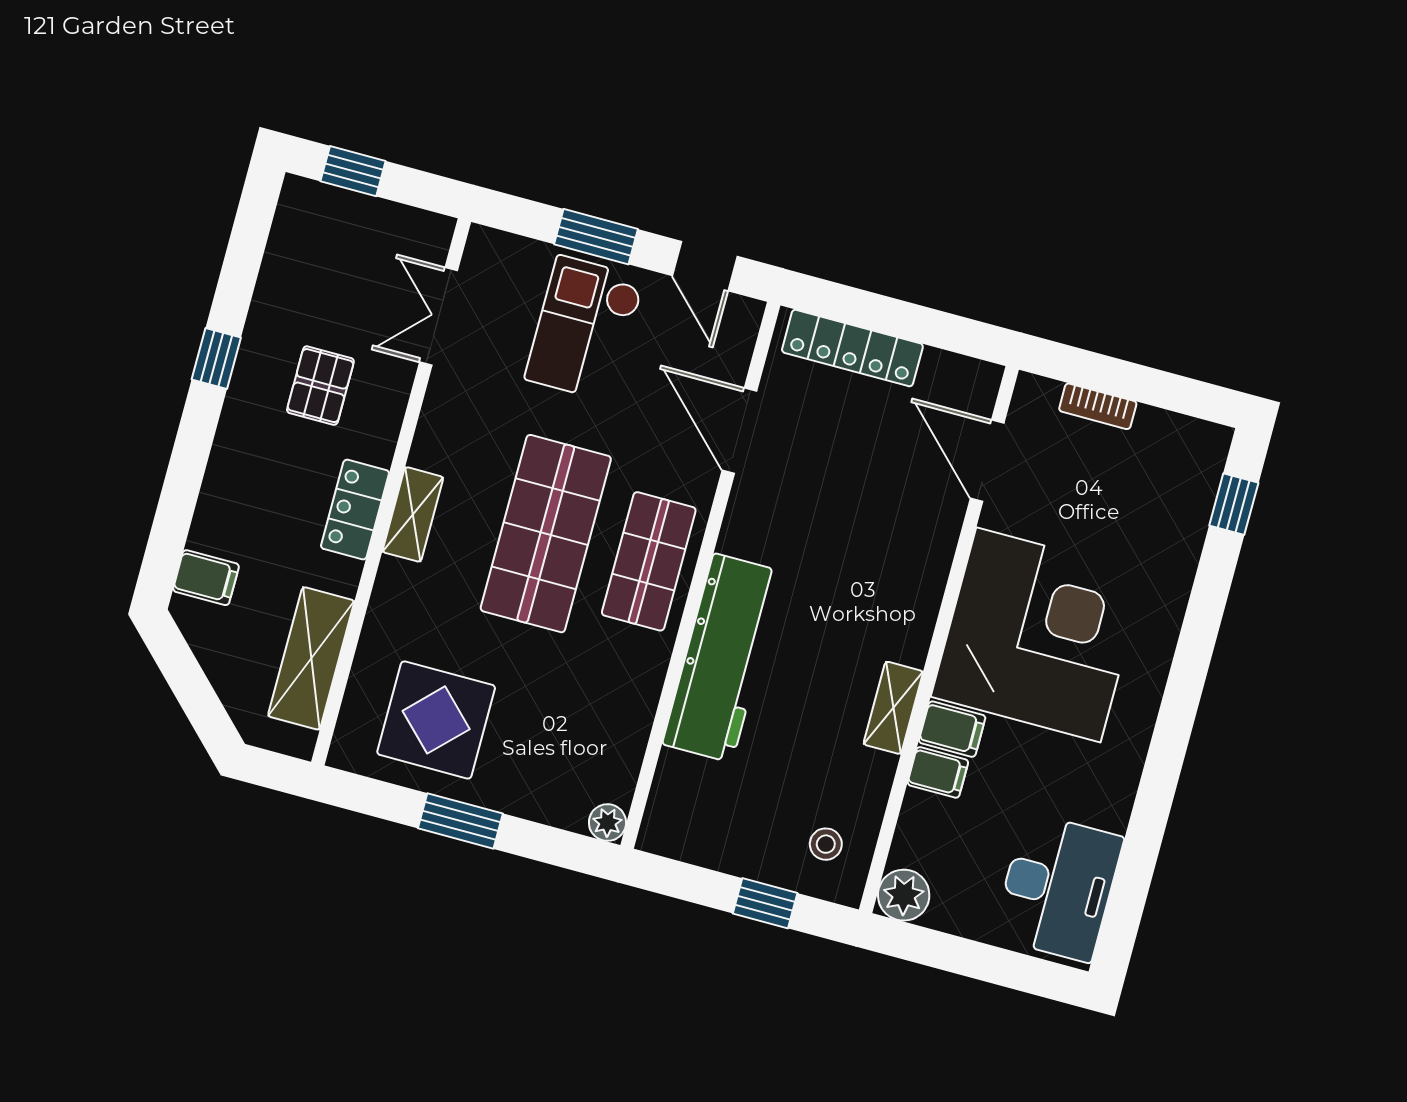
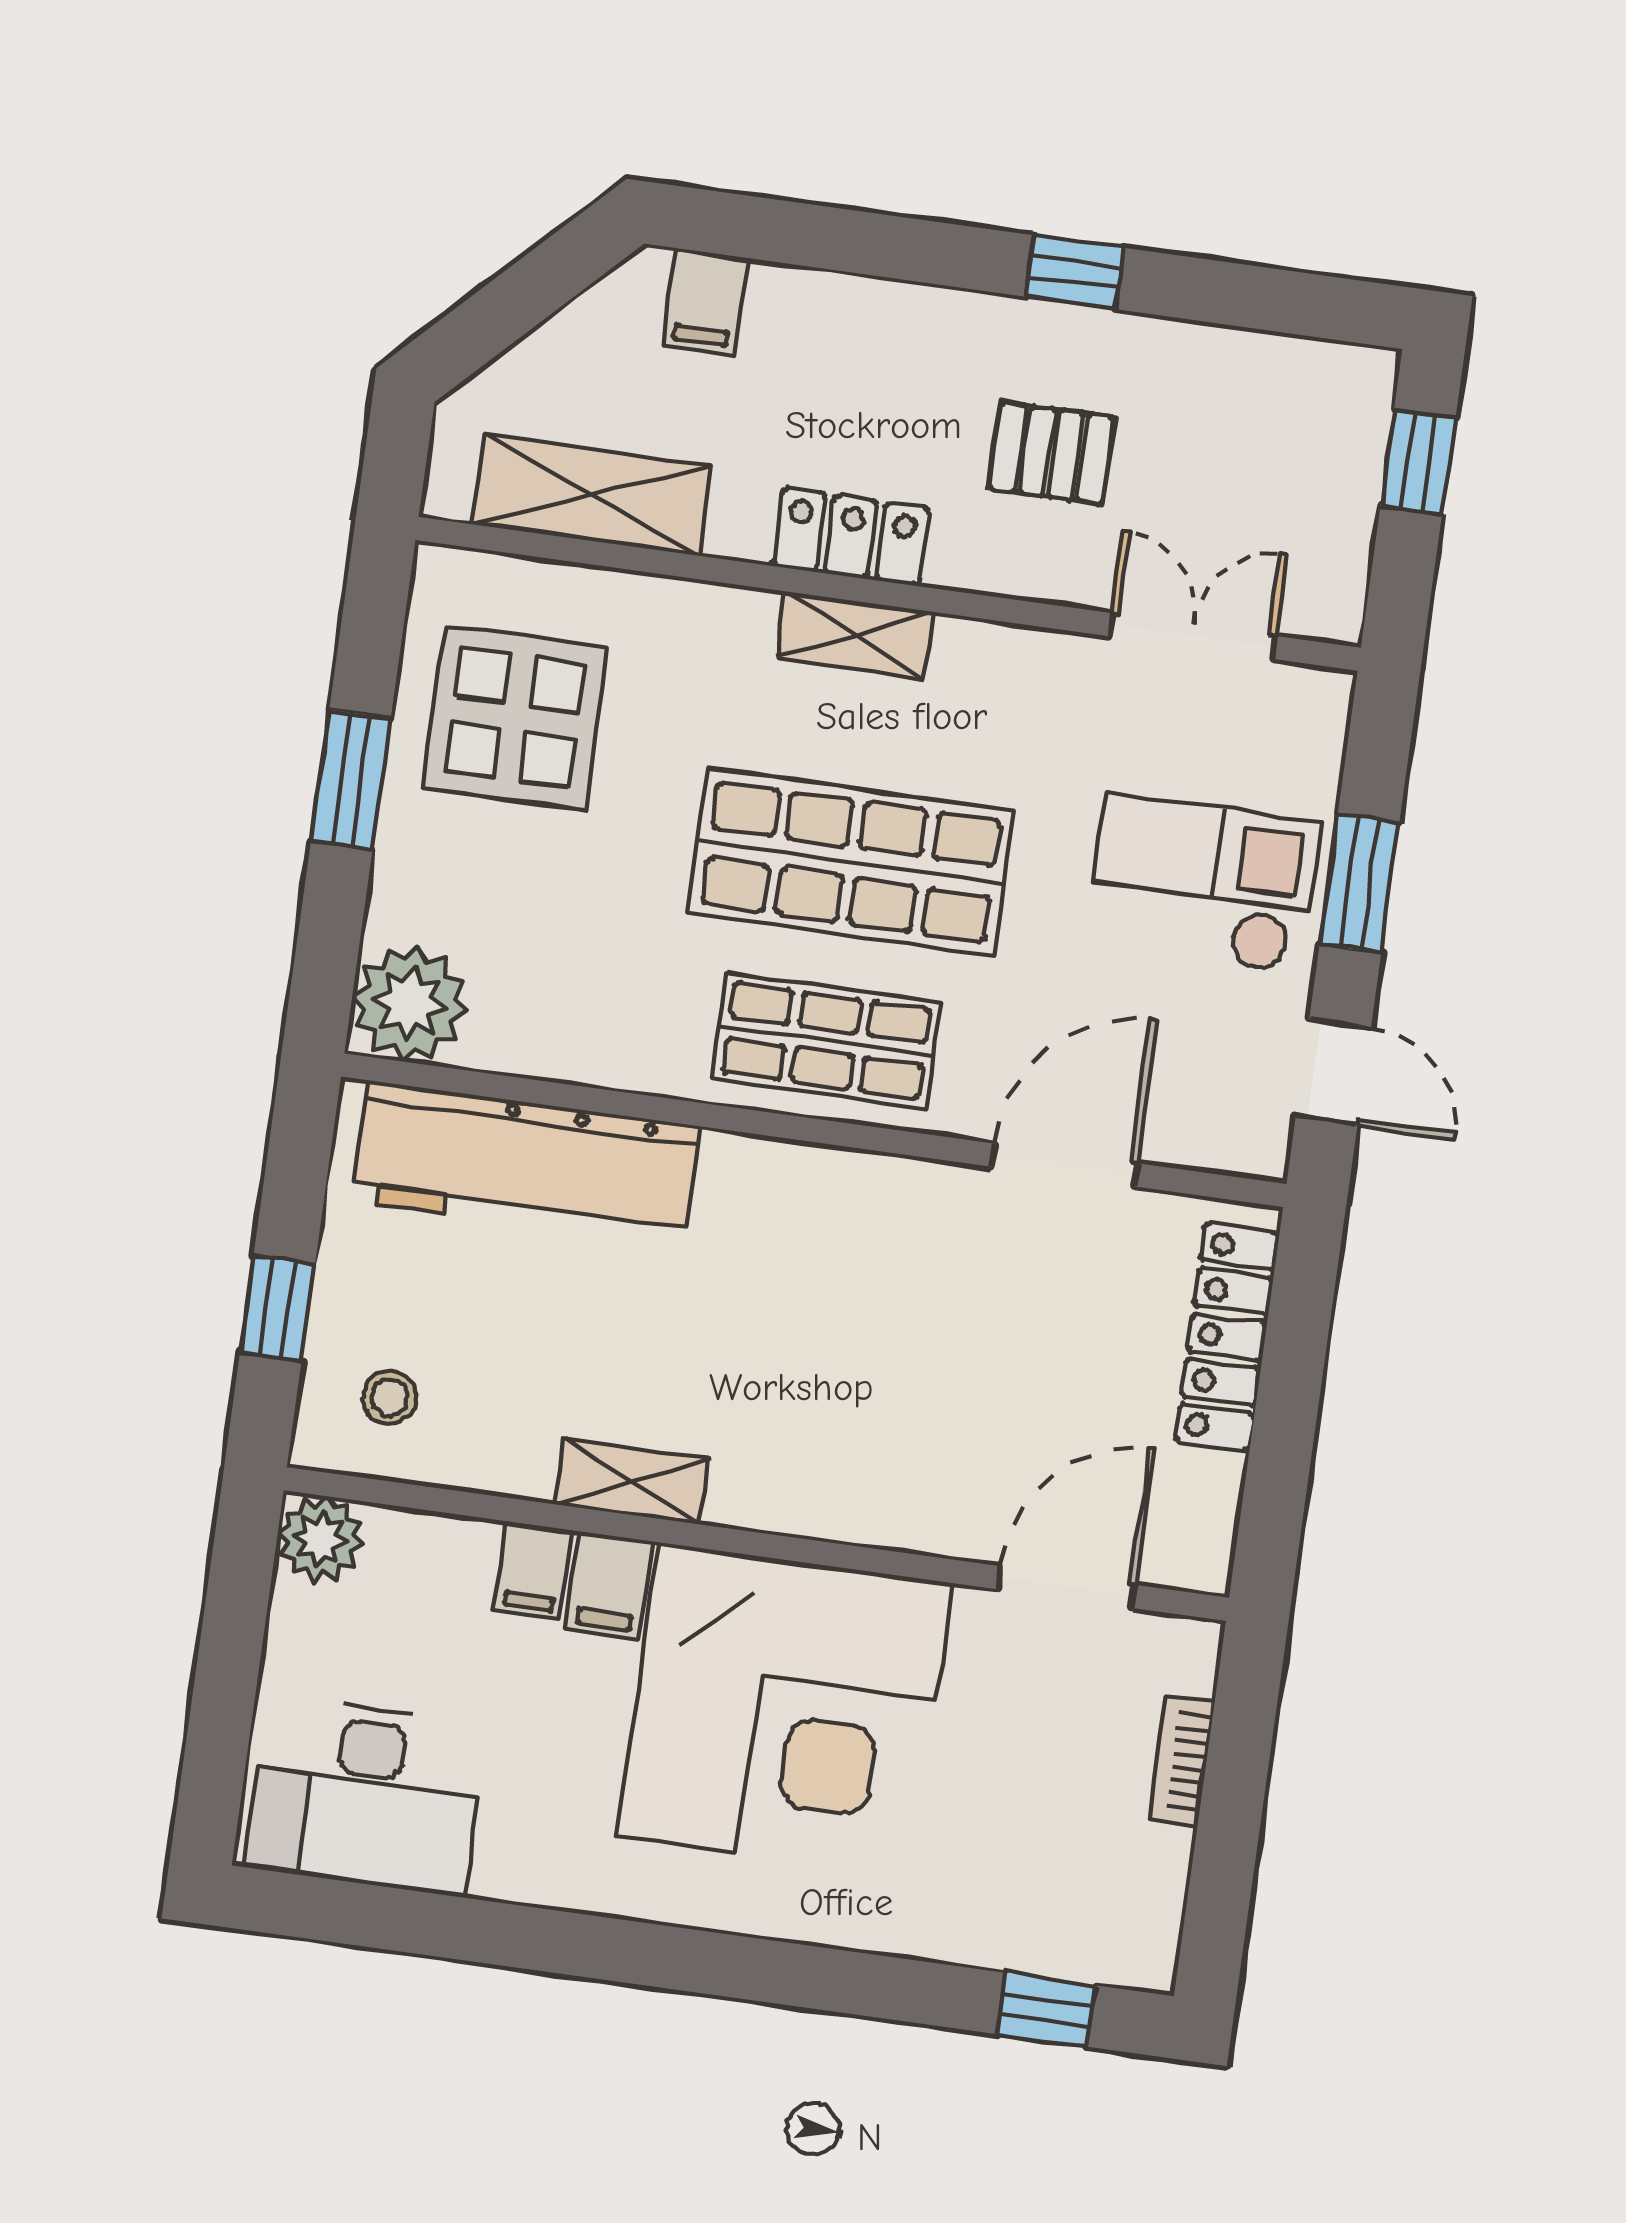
door: (705, 266) -> (1333, 1072), swing flipped
workbench: (723, 658) -> (525, 1164), moved
plant: (607, 823) -> (410, 1003), width x1.88, depth x1.88

